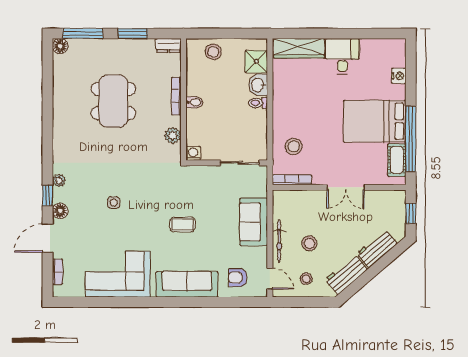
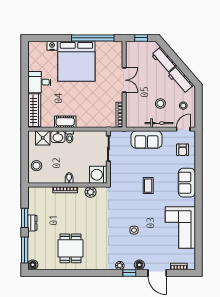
dresser: (169, 45) -> (32, 223), moved
dining table: (113, 101) -> (70, 248), moved, width x0.73
bed: (375, 121) -> (76, 61), width x1.36
stool: (294, 146) -> (98, 114), removed
washing machine: (193, 153) -> (98, 175), width x1.89, depth x1.89
cot: (397, 160) -> (65, 122), moved
sofa: (187, 284) -> (187, 183), width x0.73

